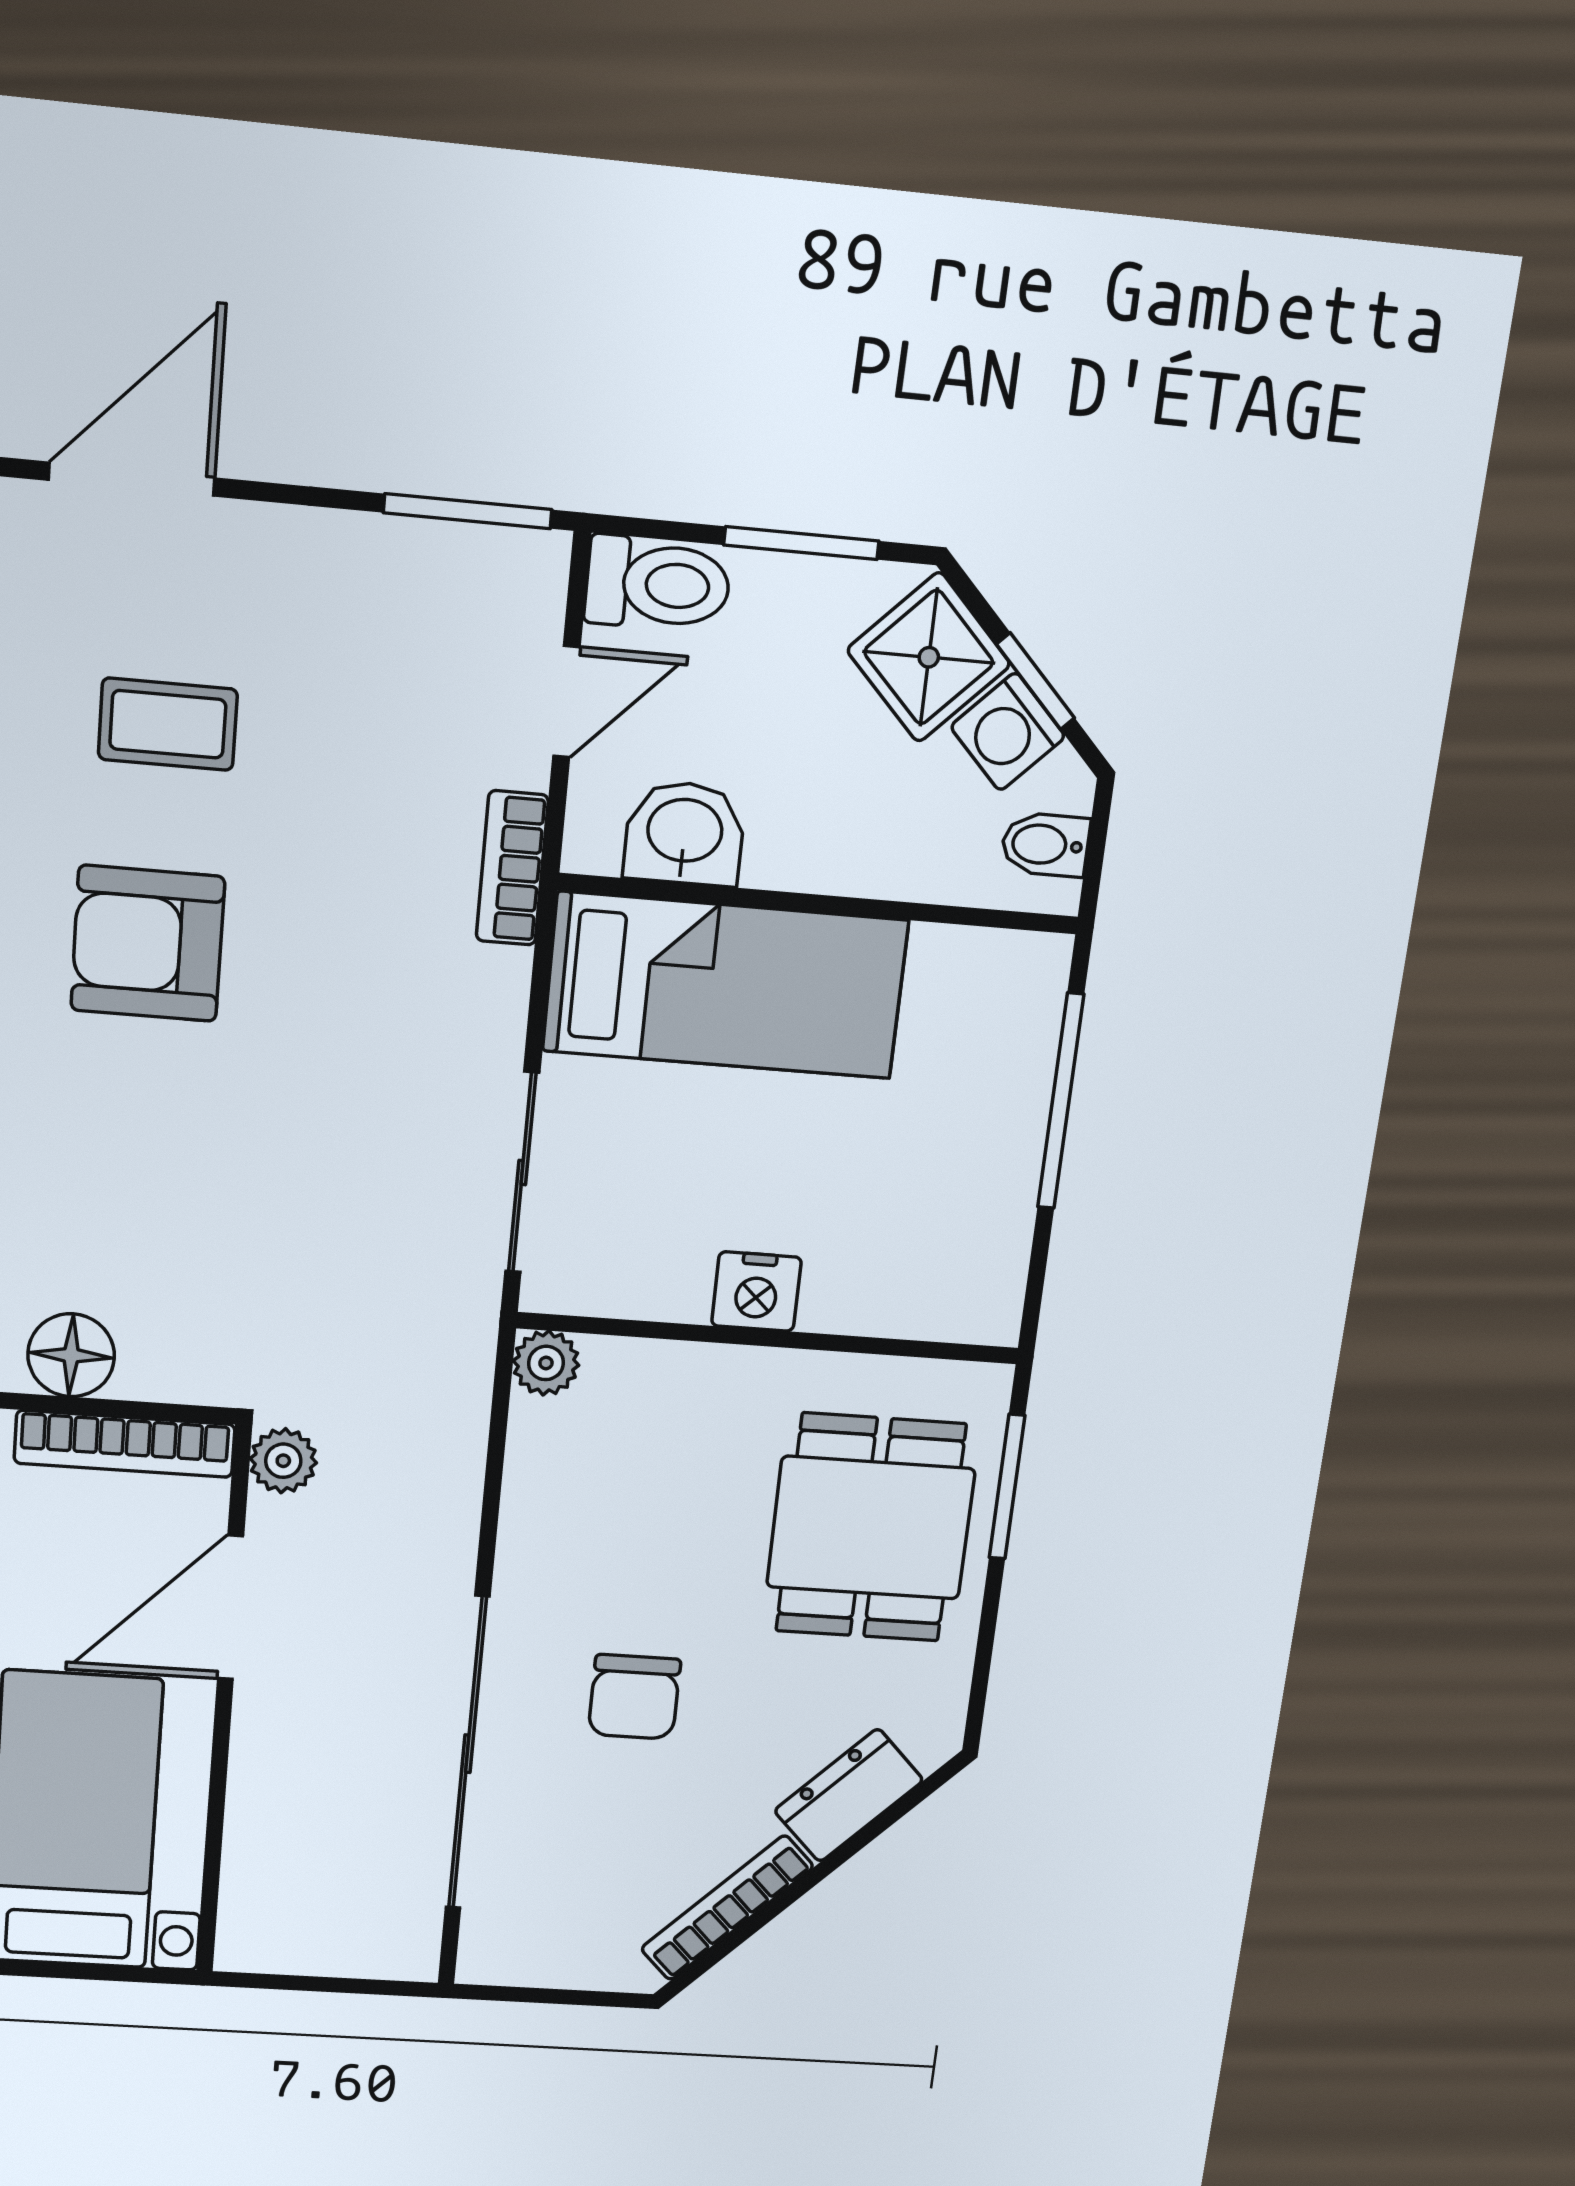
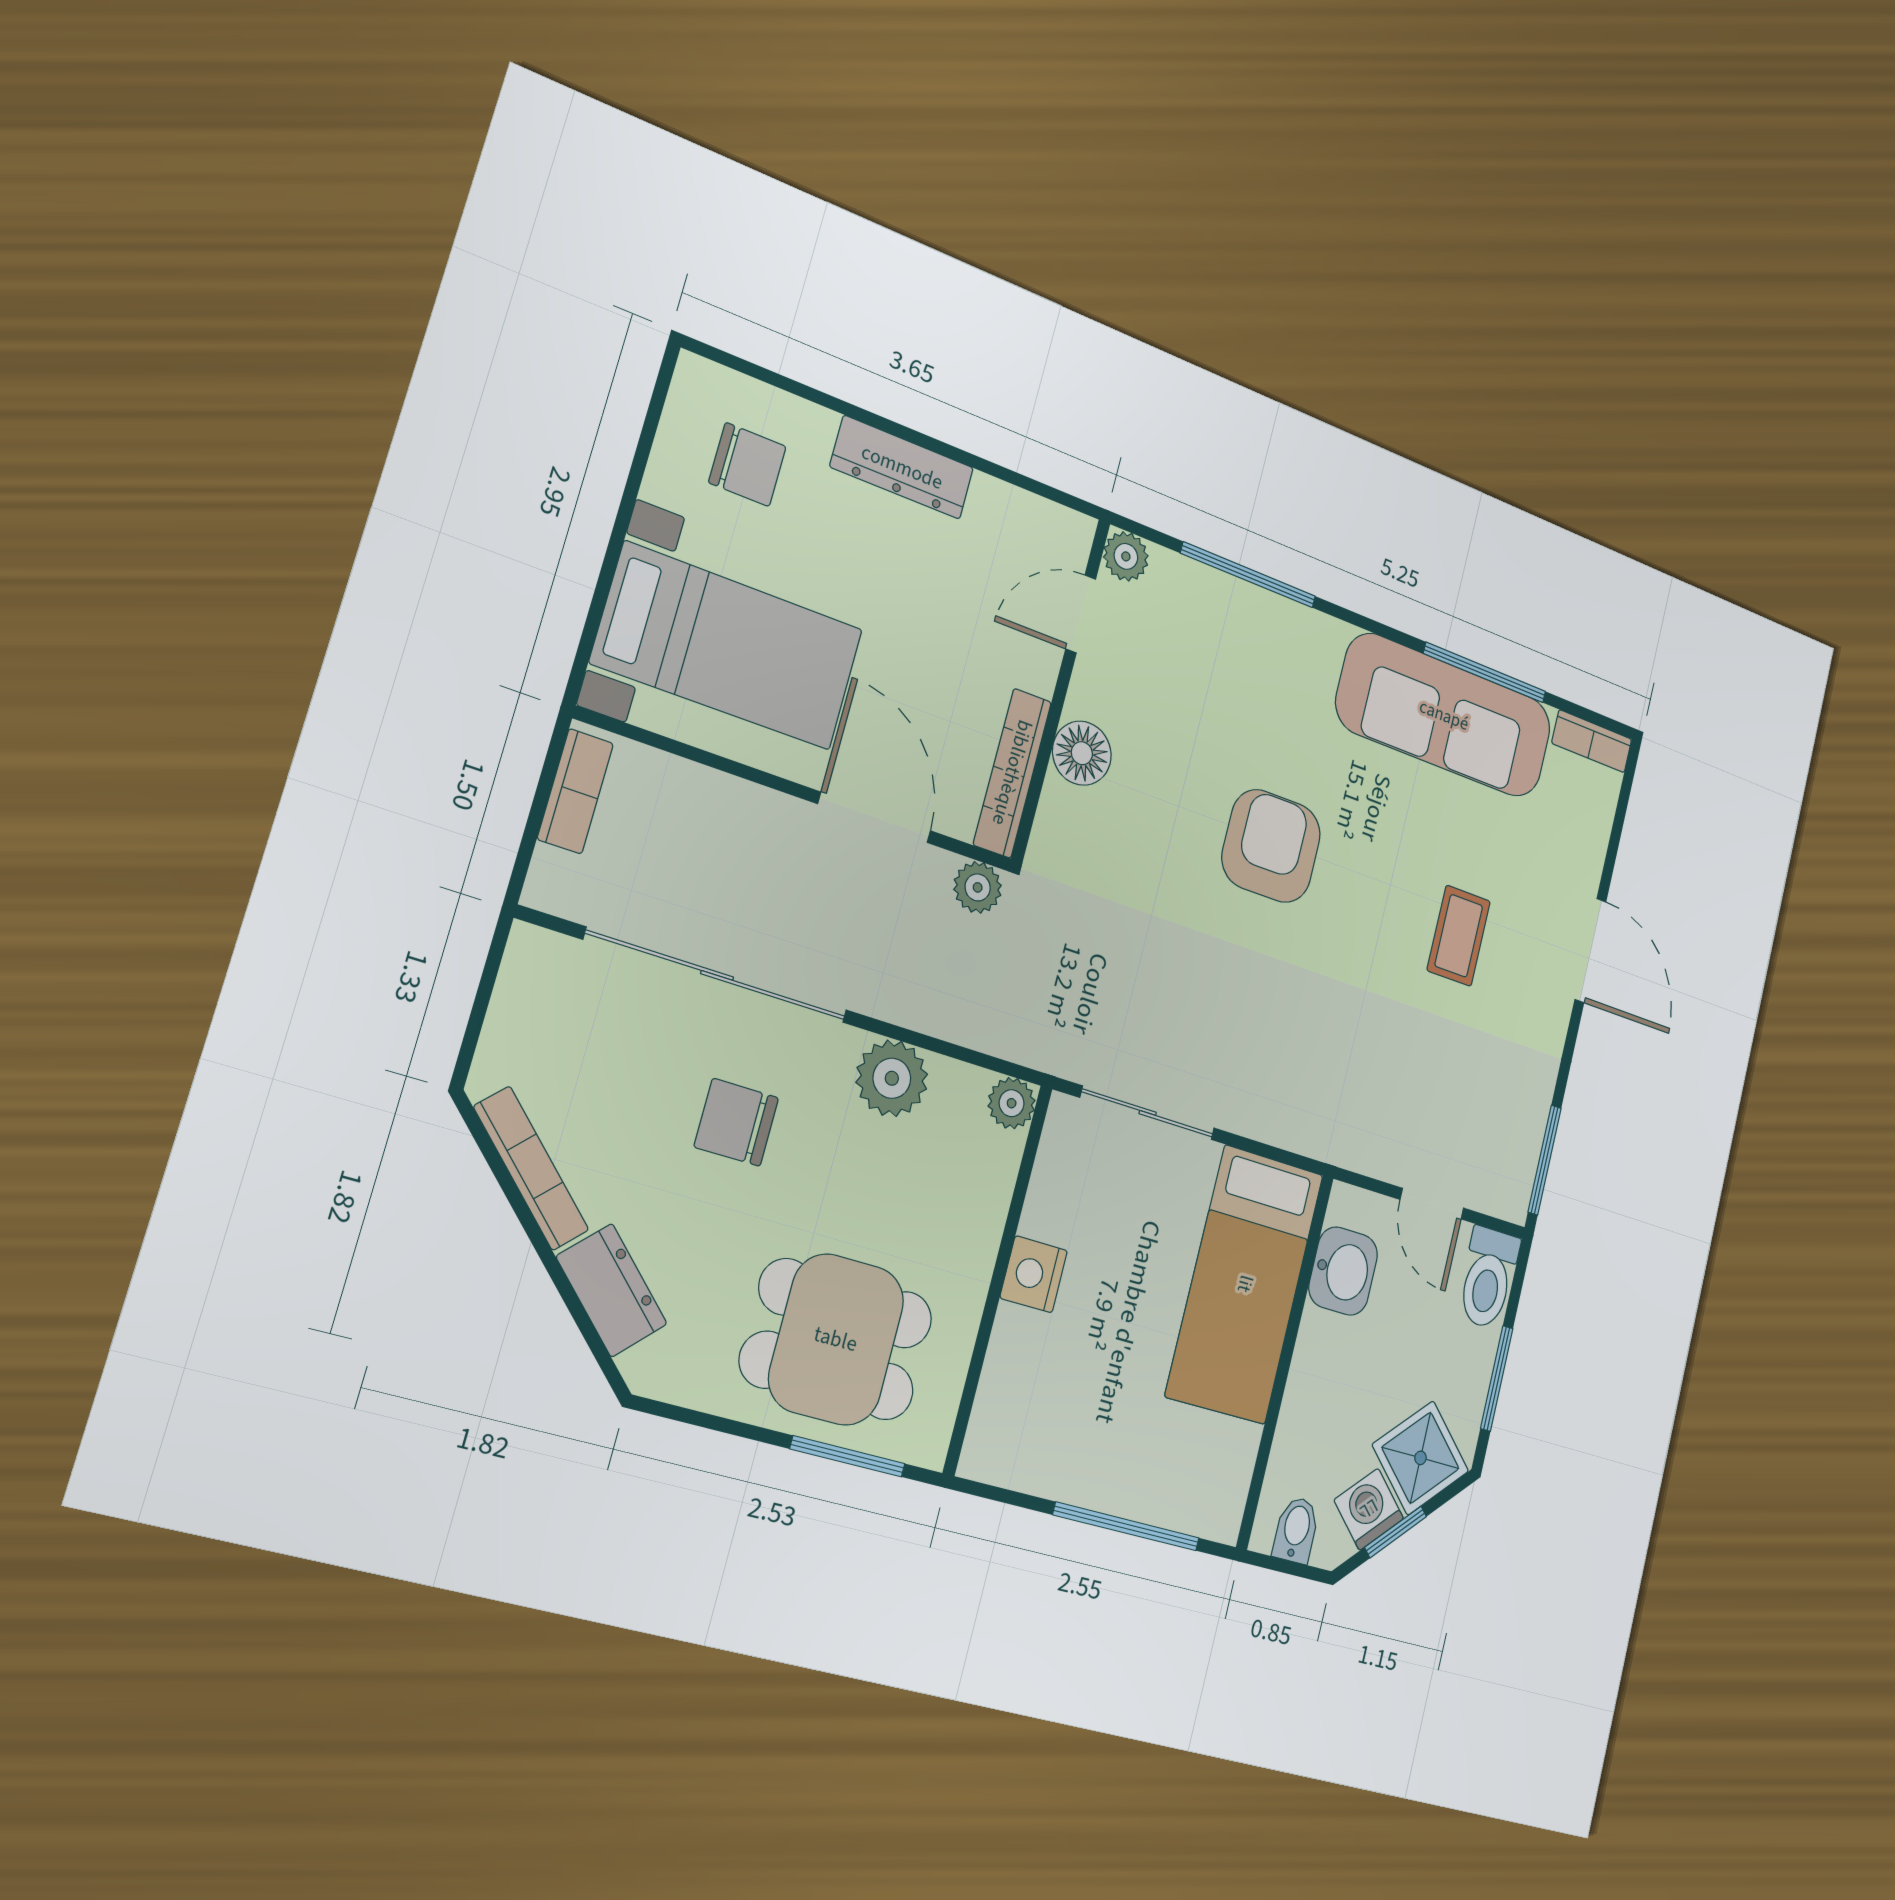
bookcase: (512, 868) -> (575, 791), moved, turned 90
armchair: (148, 944) -> (1271, 846), moved
plant: (546, 1523) -> (892, 1078), added

